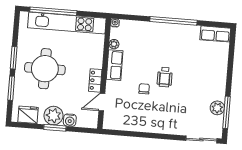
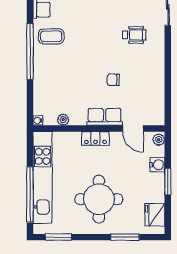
coffee table: (185, 40) -> (51, 36), added
window: (14, 58) -> (58, 237), moved
row of seats: (115, 65) -> (105, 117), moved
wheelchair: (165, 77) -> (134, 35), moved
locker: (95, 80) -> (95, 138), moved
plant: (53, 116) -> (159, 140), moved, width x0.53, depth x0.53

